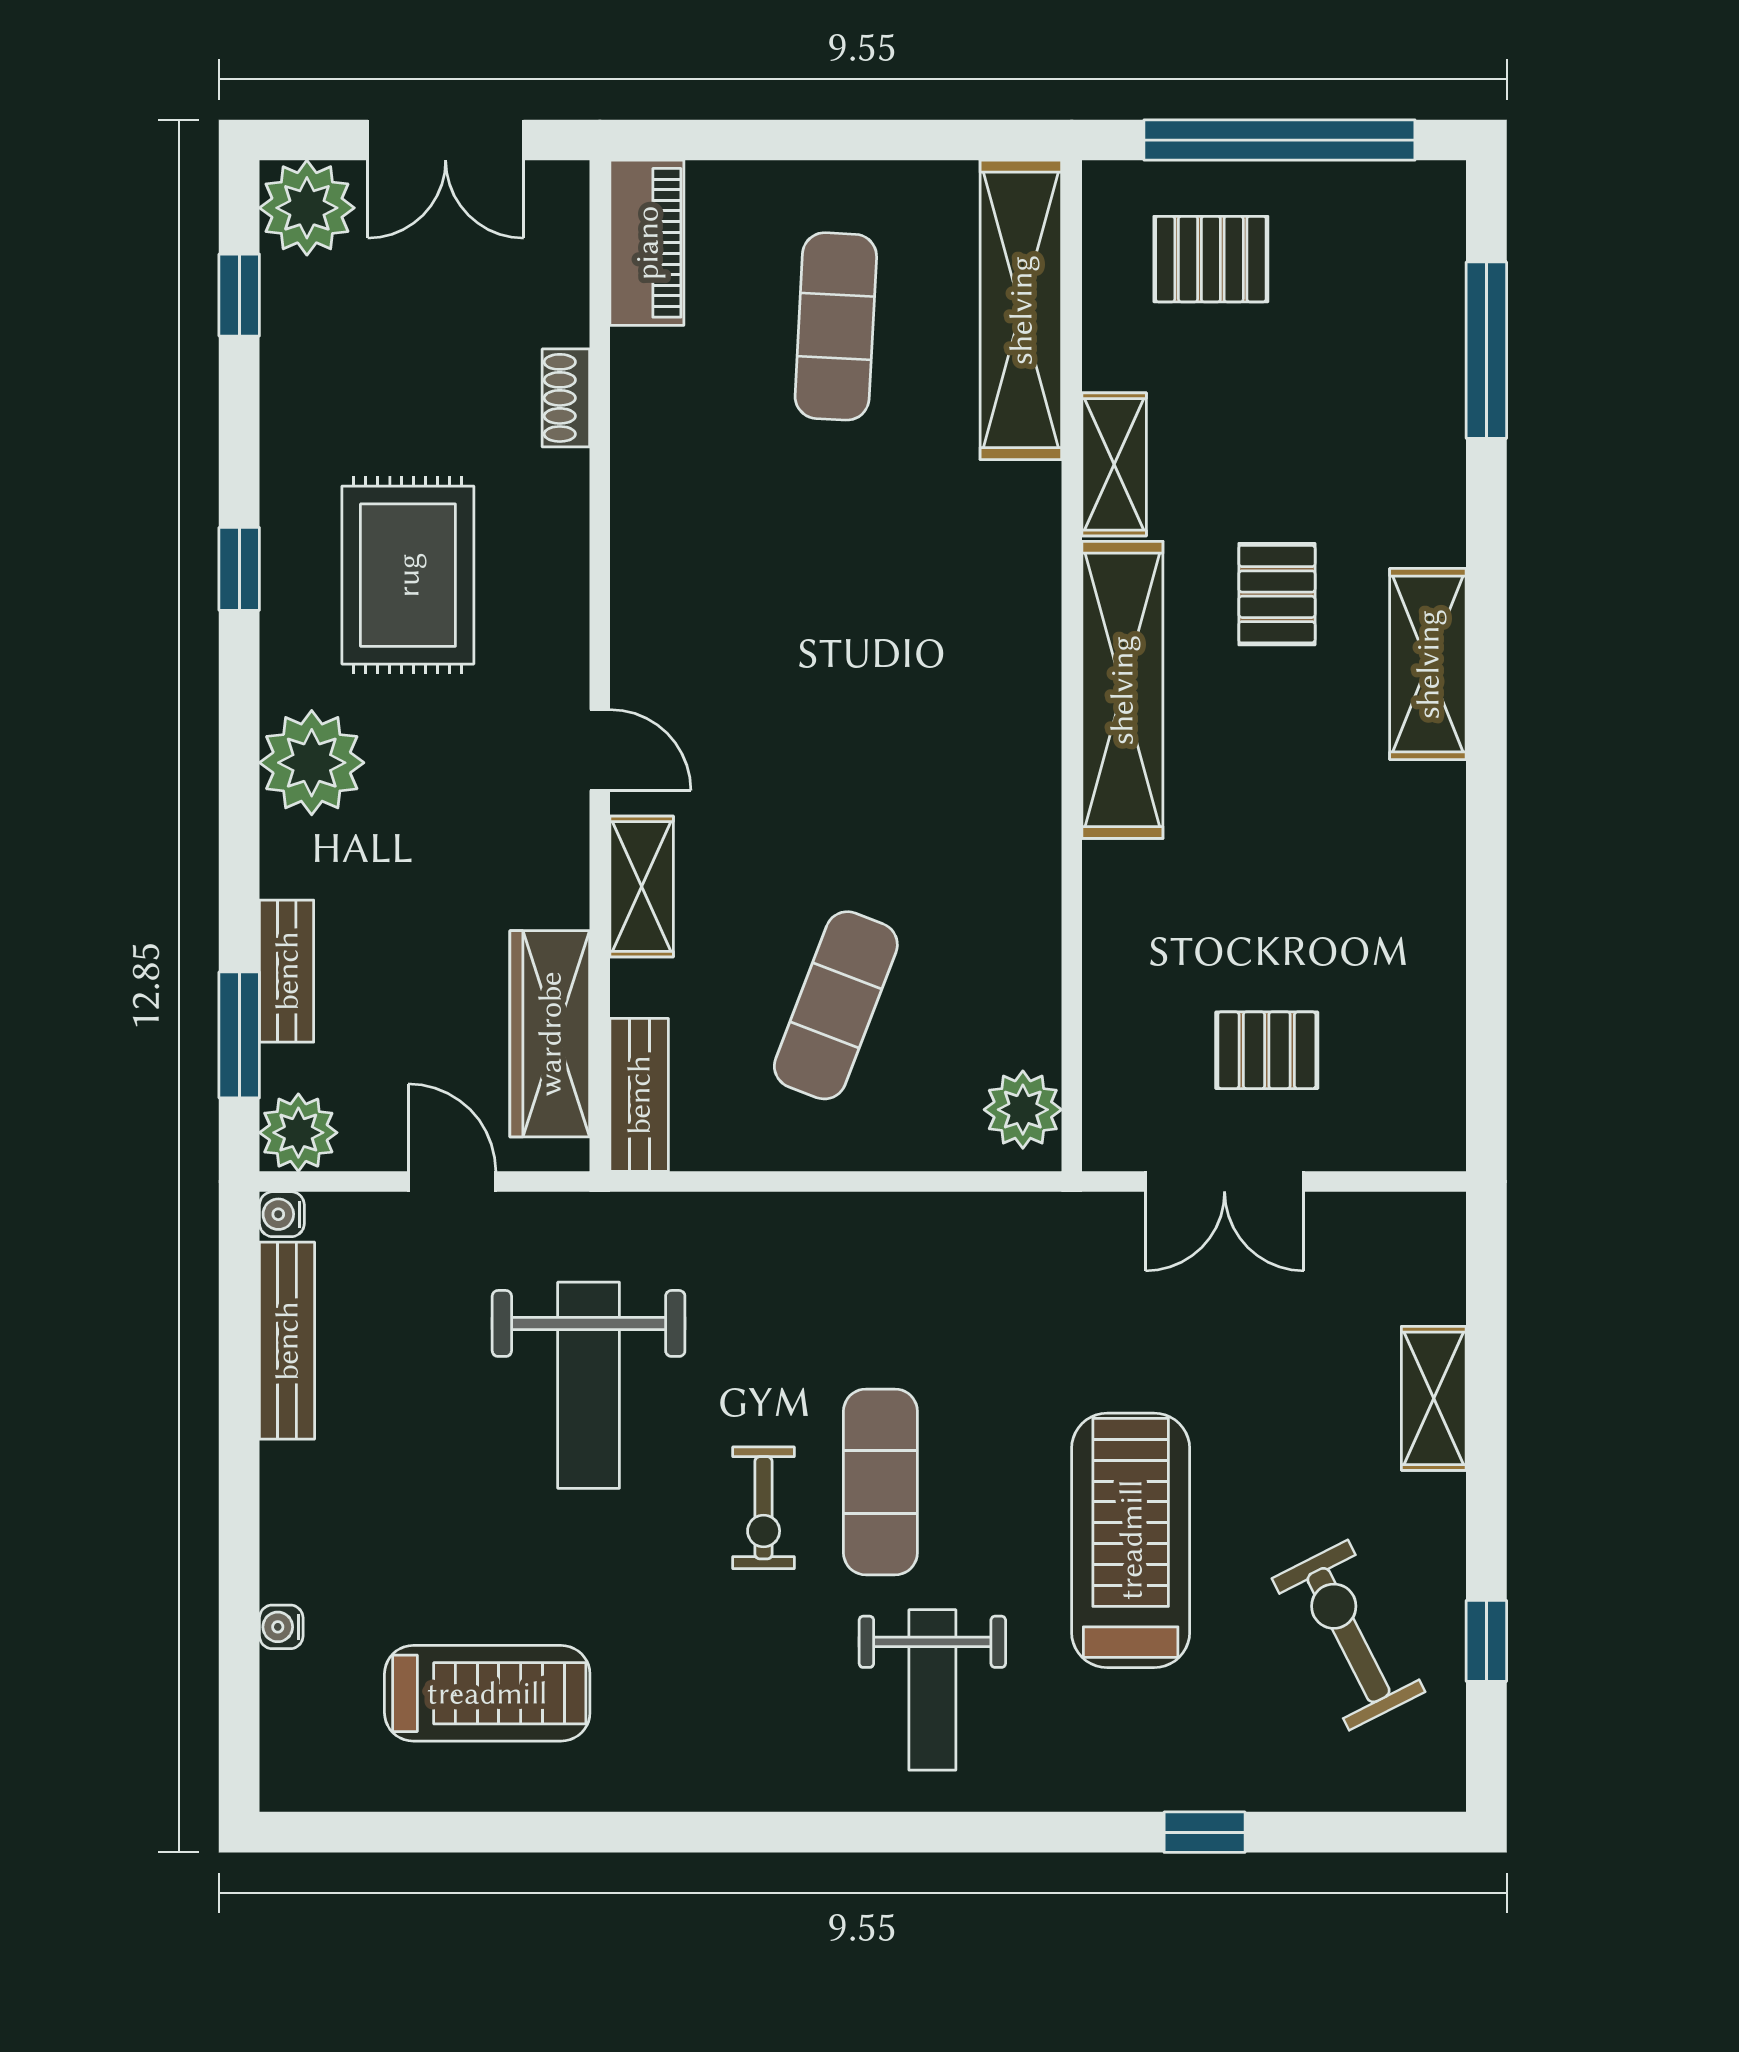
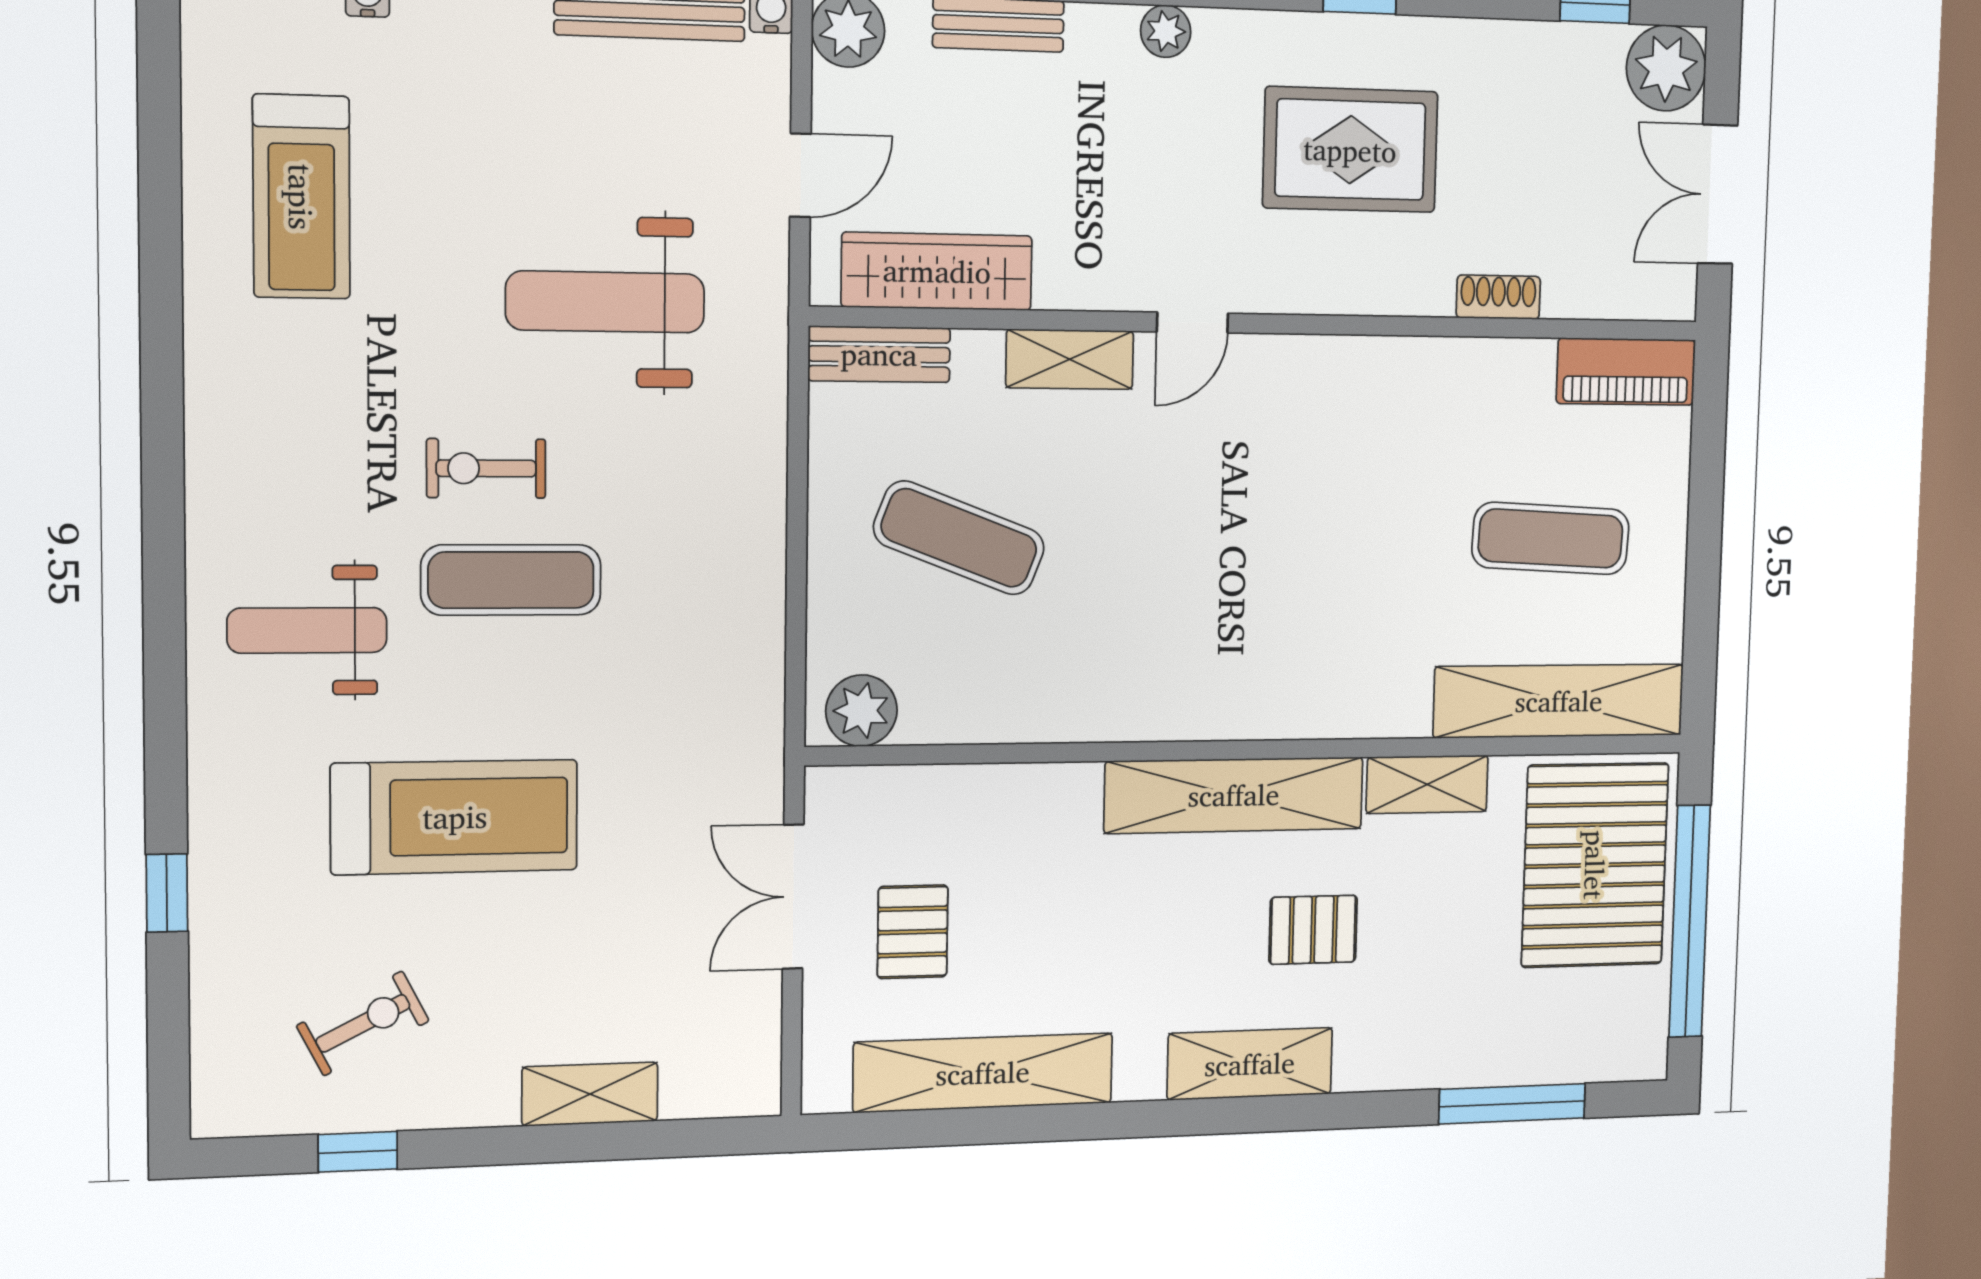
pallet: (1211, 259) -> (1595, 865), width x2.05, depth x2.00
plant: (312, 763) -> (1166, 31), width x0.53, depth x0.53
shelving: (1427, 969) -> (983, 1073), added
exercise bike: (1348, 1635) -> (363, 1023), width x0.73, depth x0.72

